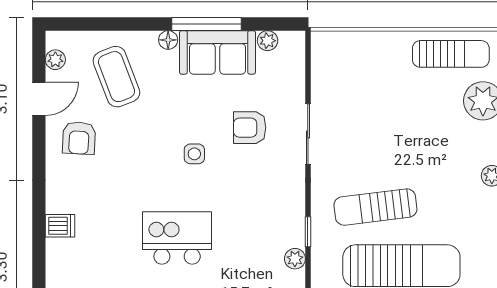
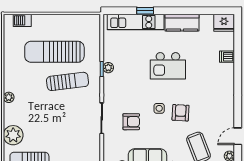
armchair: (79, 138) -> (181, 113), moved
dishwasher: (60, 226) -> (227, 57), moved
plant: (295, 259) -> (108, 68), moved

